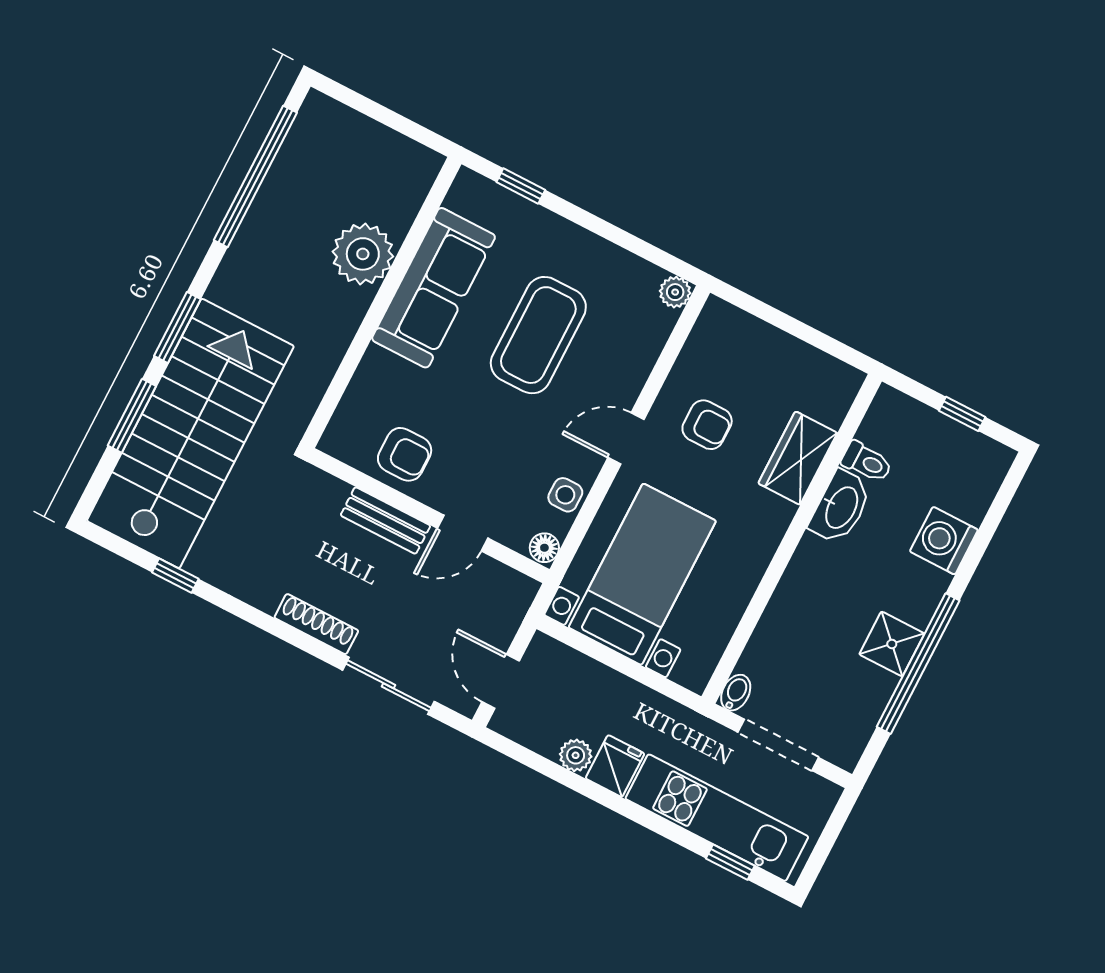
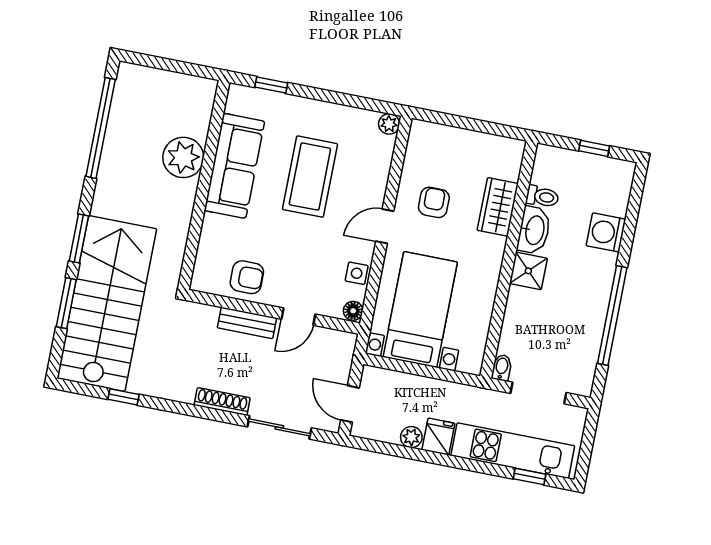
armchair: (707, 425) -> (434, 202), turned -90
shower: (892, 644) -> (528, 271), moved

